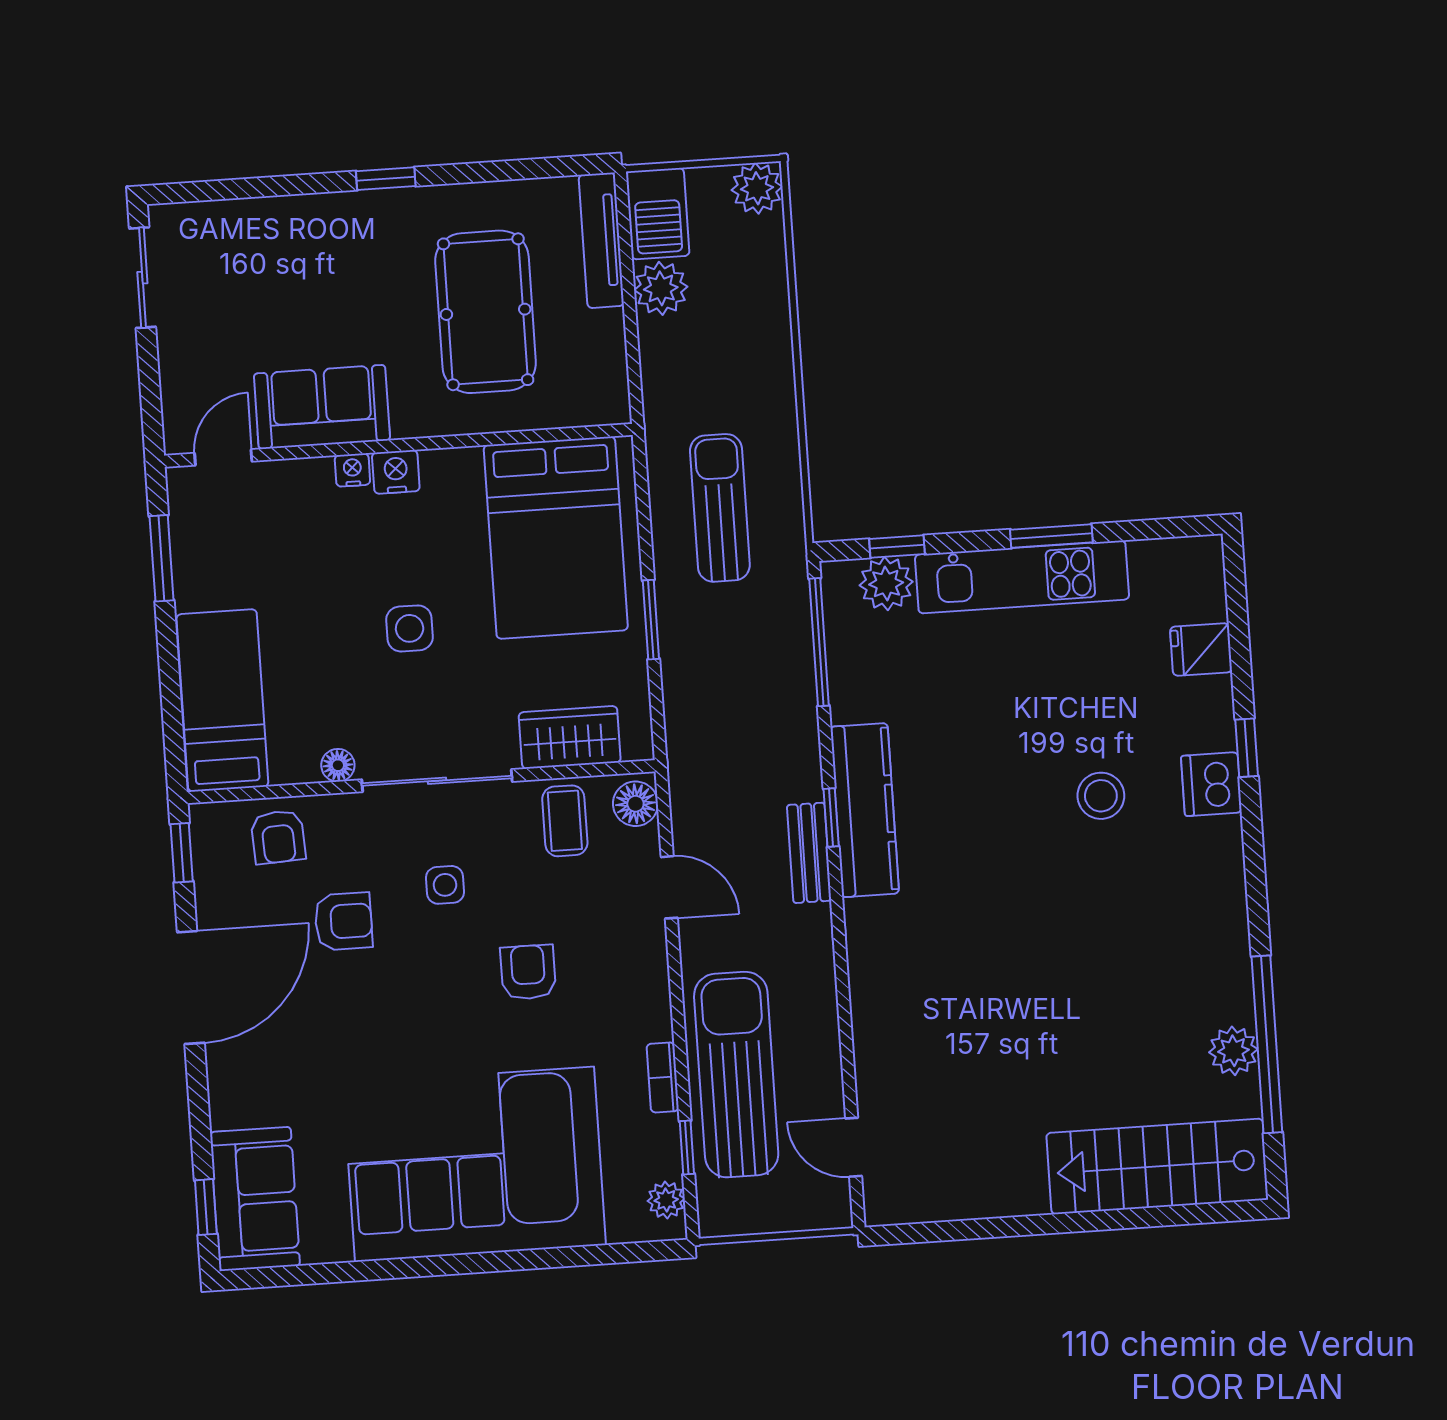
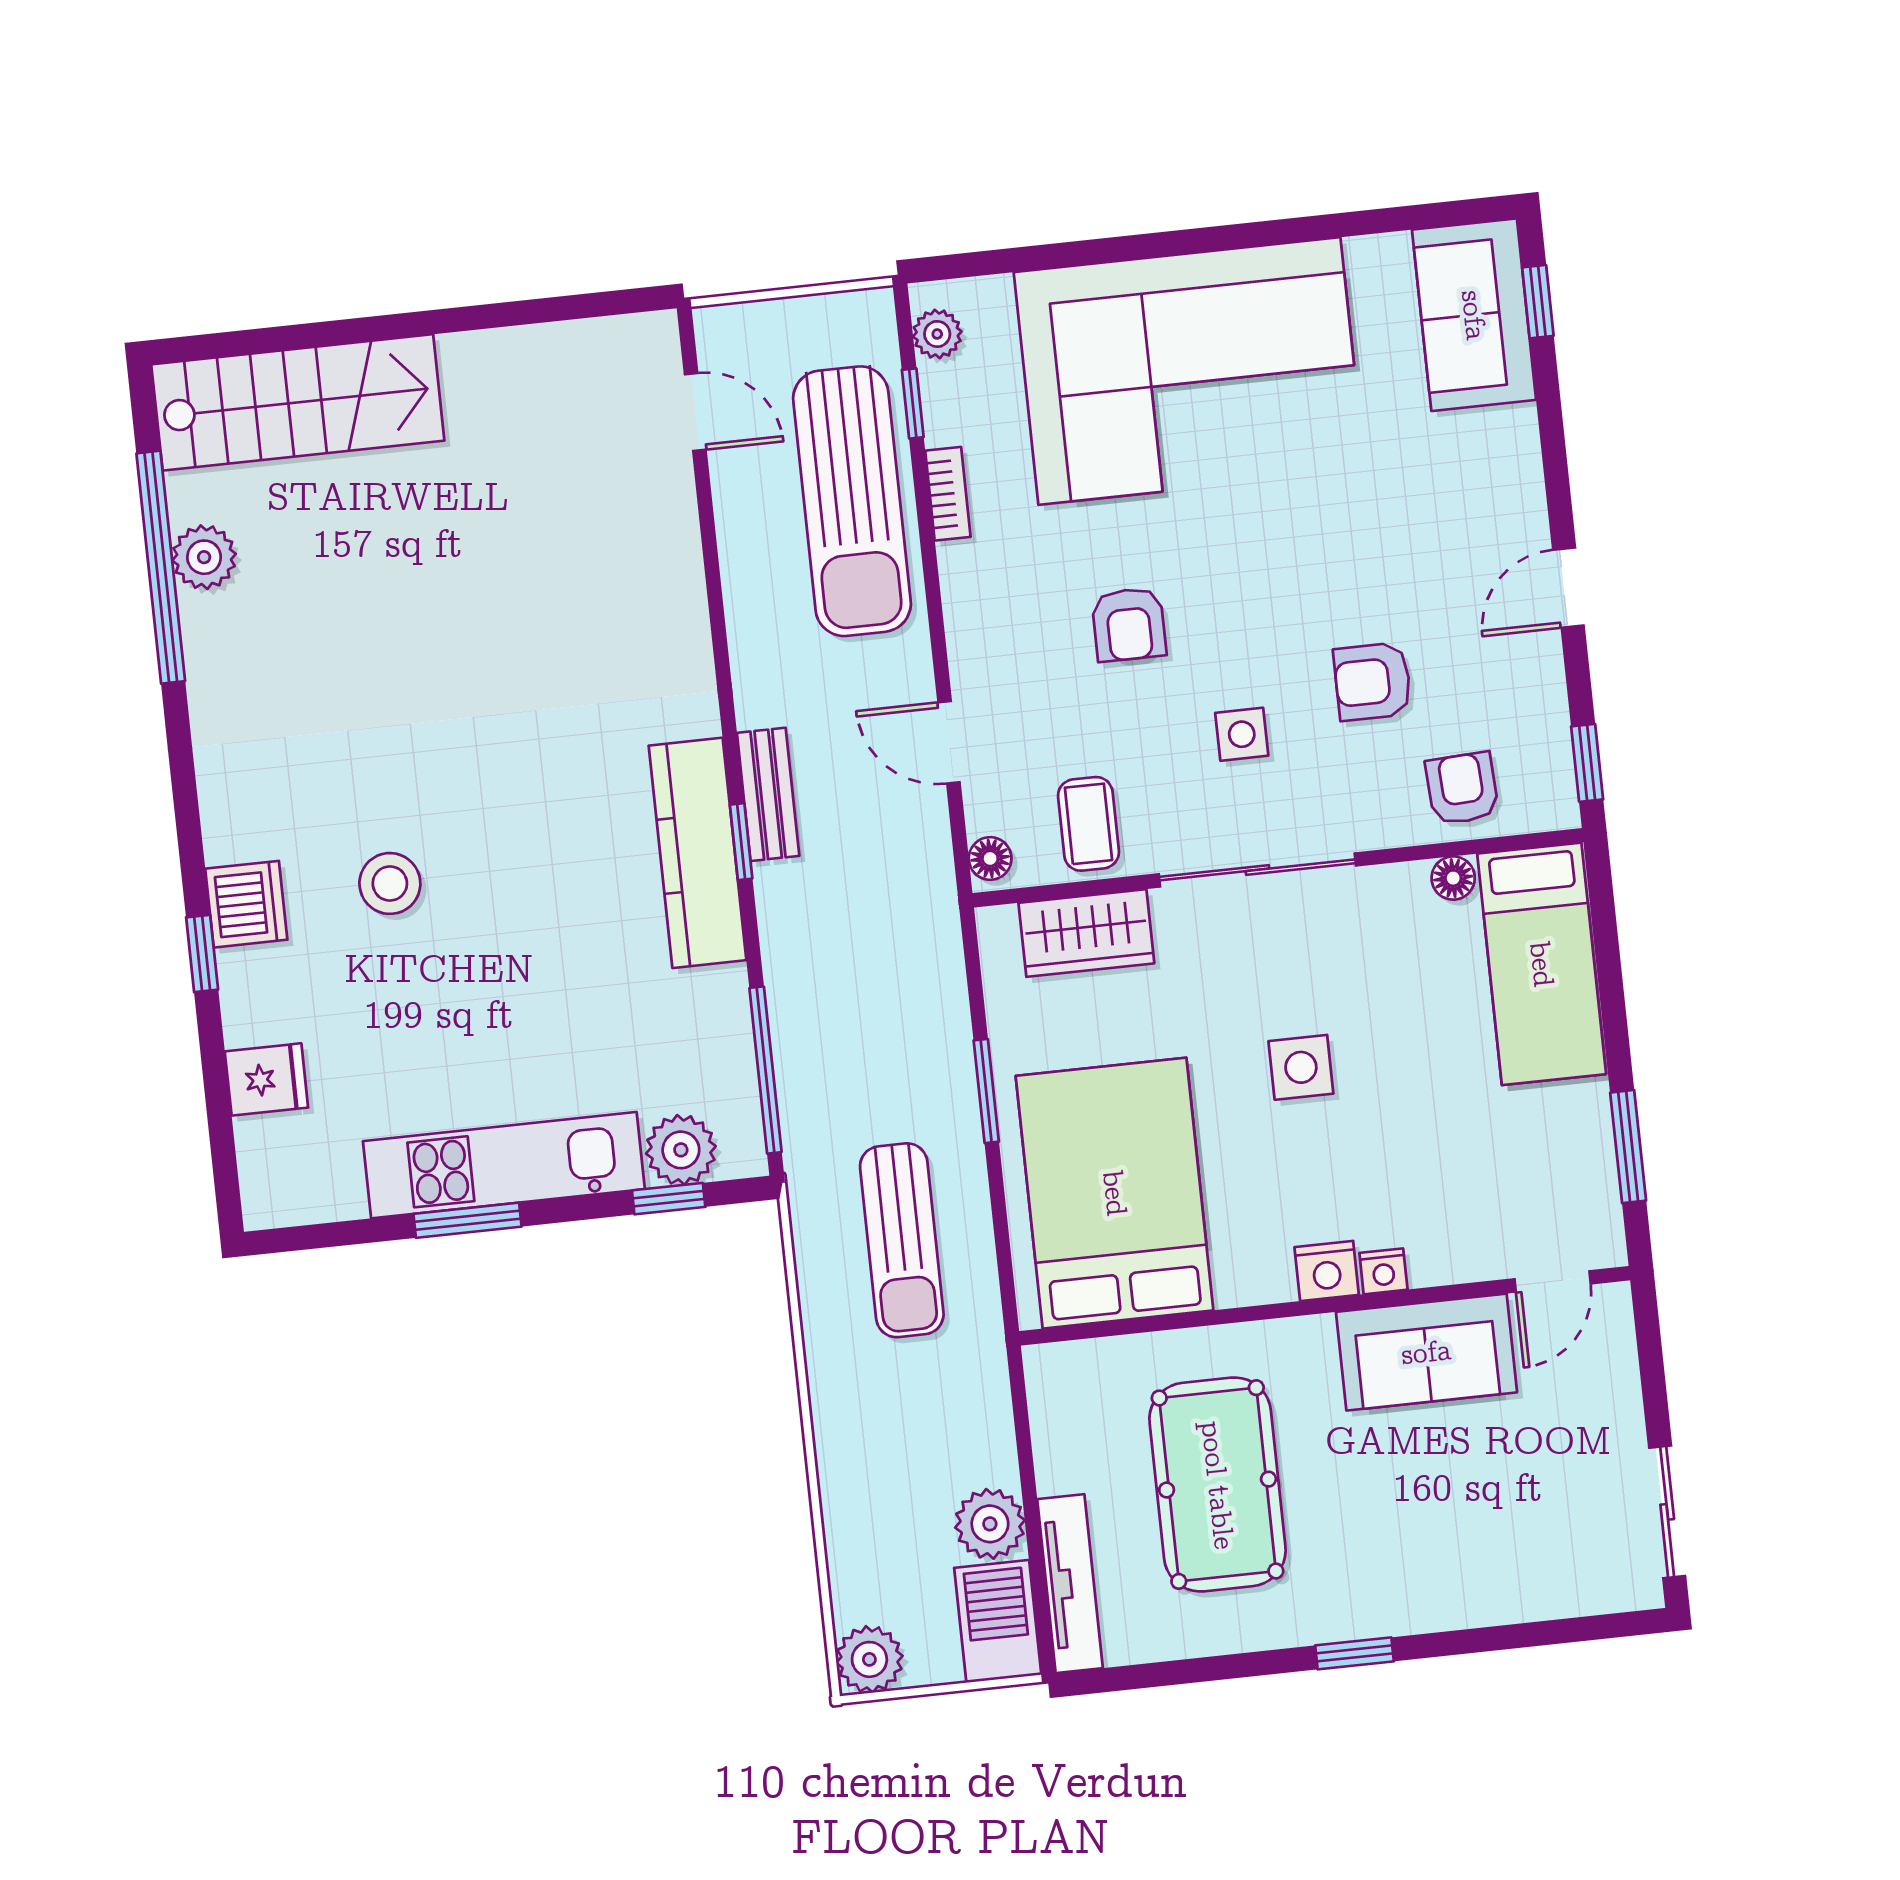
floor lamp: (338, 765) -> (1453, 878), moved
floor lamp: (635, 804) -> (990, 858), width x0.73, depth x0.73
door: (191, 987) -> (1568, 588), width x0.53

